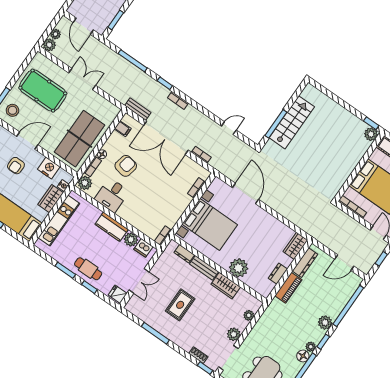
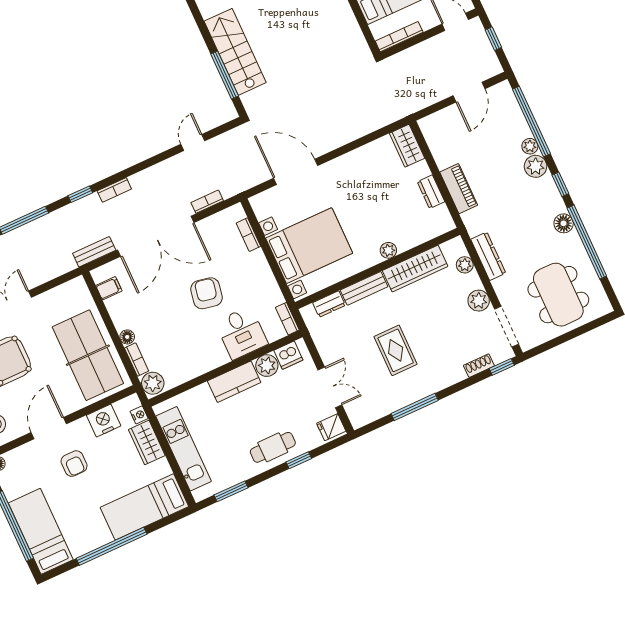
armchair: (126, 166) -> (207, 293), moved
desk: (112, 195) -> (241, 333), moved
dresser: (305, 263) -> (488, 256), moved
plant: (239, 268) -> (388, 250), width x0.53, depth x0.53
window: (65, 270) -> (231, 491), moved
wardrobe: (226, 286) -> (415, 269), width x1.50
plant: (311, 347) -> (530, 146), moved

